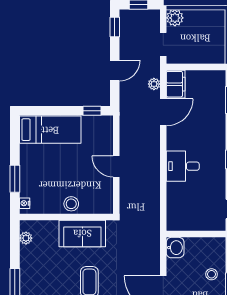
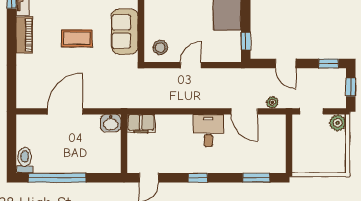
filing cabinet: (176, 84) -> (141, 124), moved
desk: (183, 166) -> (208, 131), moved
stool: (71, 204) -> (160, 48), moved
stool: (211, 274) -> (84, 159), removed

